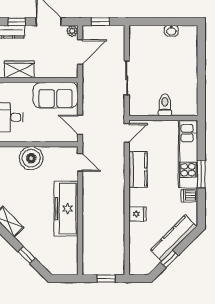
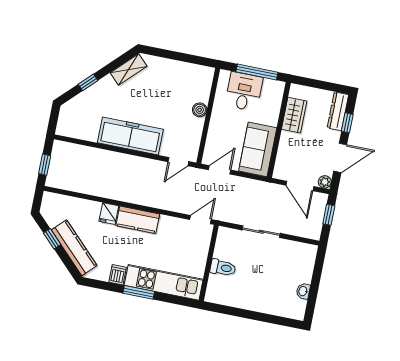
door: (127, 133) -> (200, 220), swing flipped
boiler: (31, 158) -> (200, 110), width x0.54, depth x0.54
kitchen counter: (138, 170) -> (138, 220), moved

